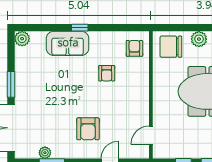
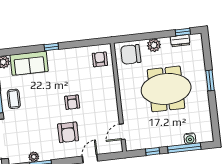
sofa: (68, 43) -> (29, 63), moved
armchair: (107, 73) -> (72, 102), moved
coffee table: (29, 83) -> (14, 99), added

